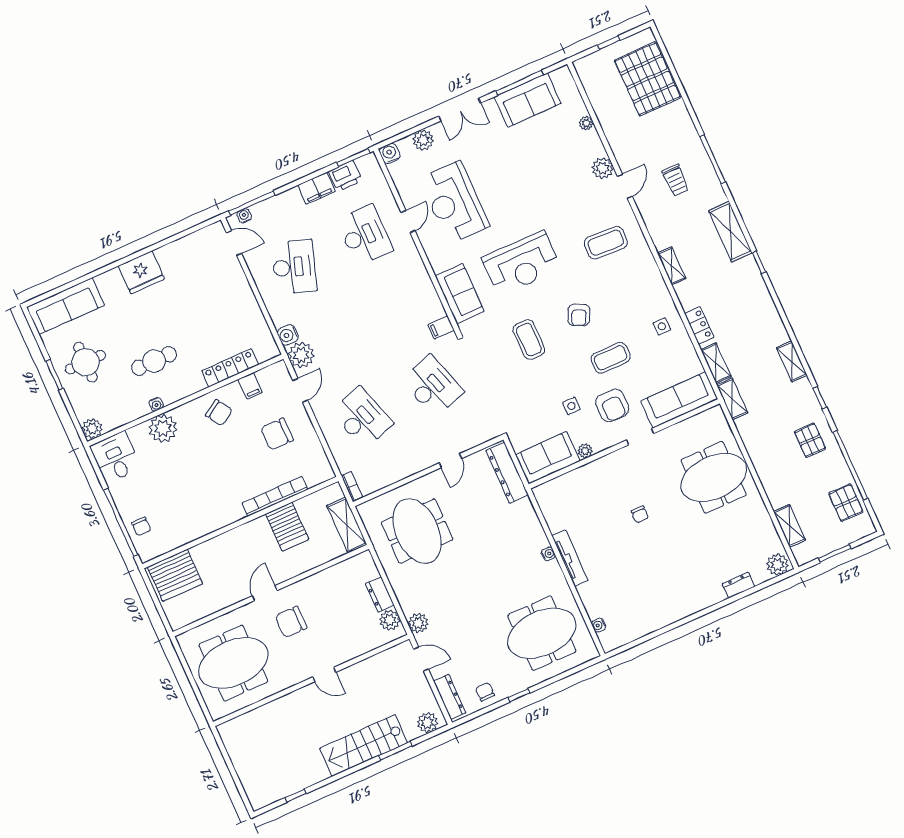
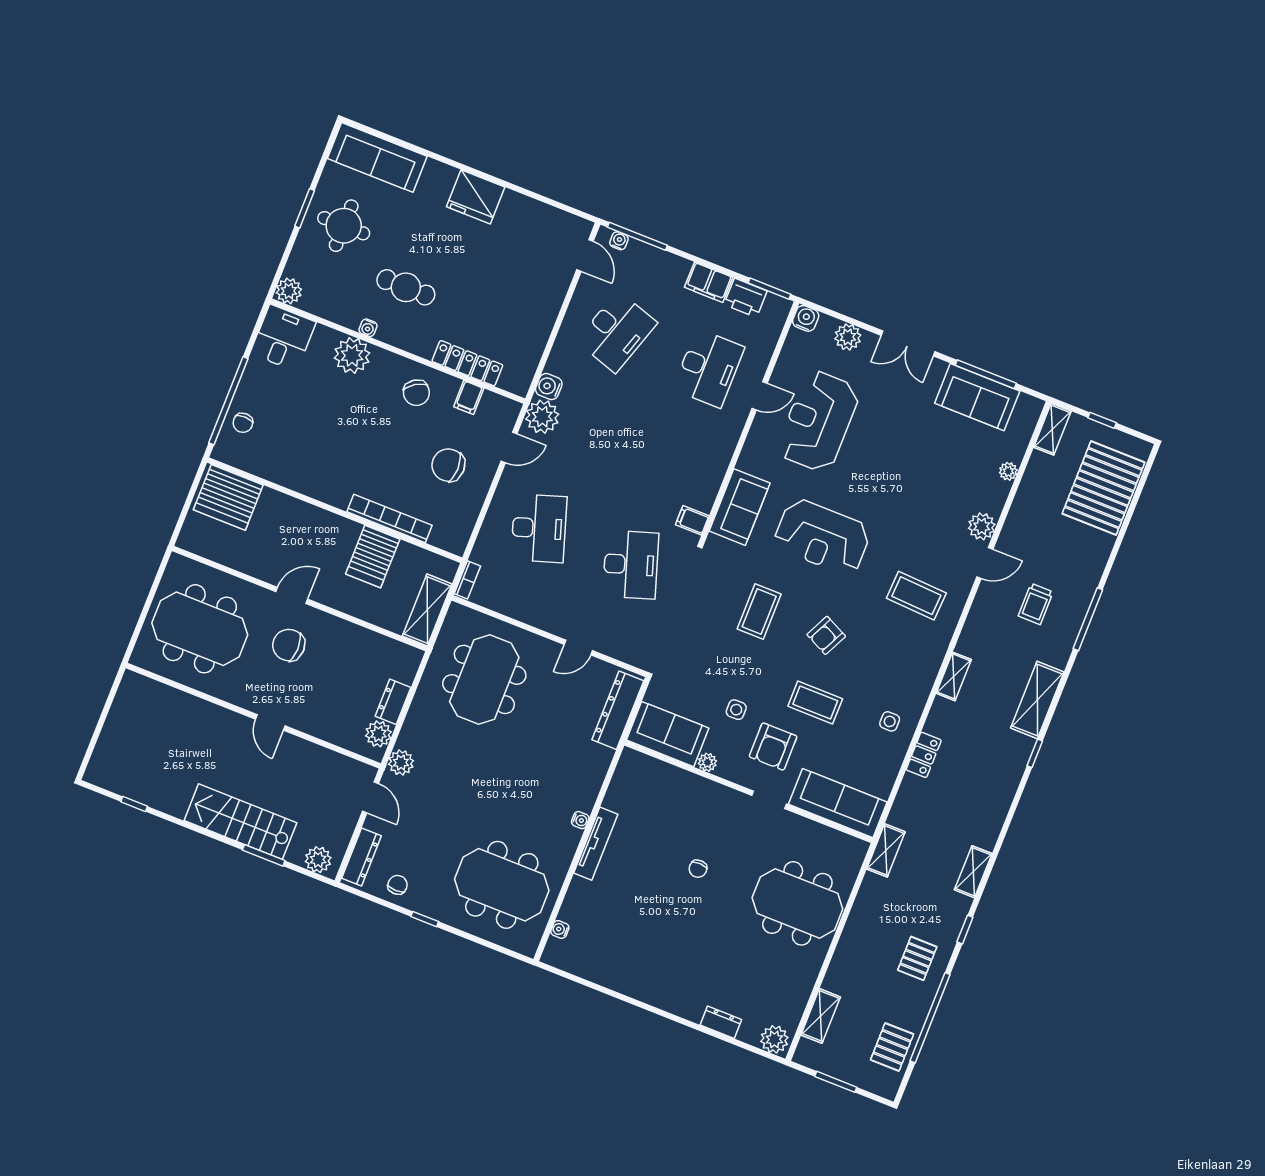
shelving: (716, 363) -> (1052, 429), moved

